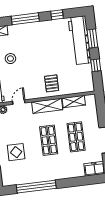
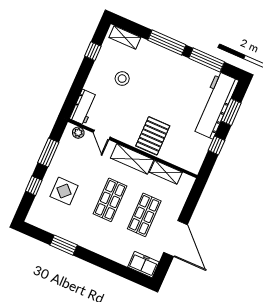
window: (57, 15) -> (207, 60), width x2.17
pallet: (52, 83) -> (153, 136), width x1.50, depth x1.42
door: (19, 102) -> (102, 135), swing flipped
window: (36, 187) -> (64, 245), width x0.47

